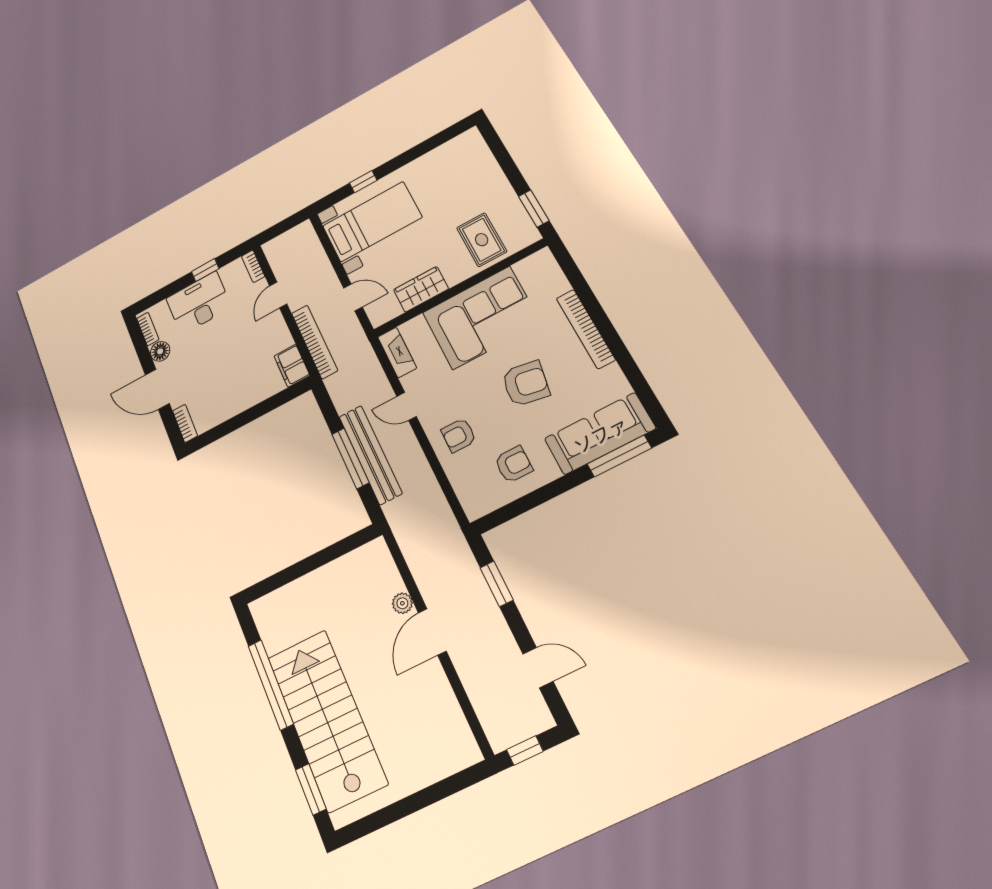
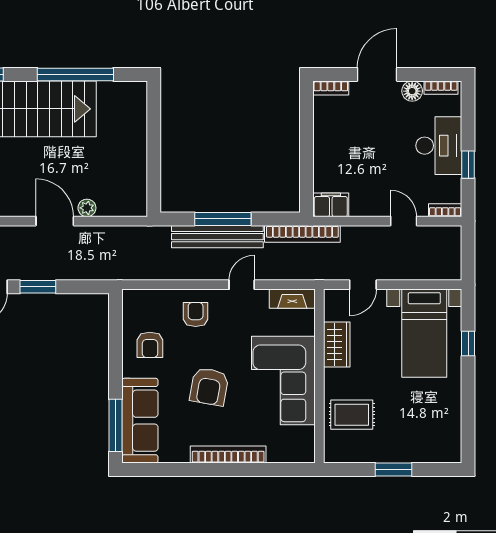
window: (534, 209) -> (393, 469), moved
bookcase: (314, 342) -> (302, 234), moved
window: (497, 584) -> (38, 287), moved

